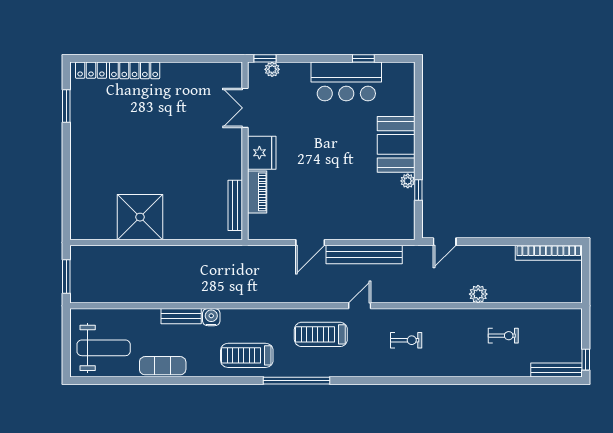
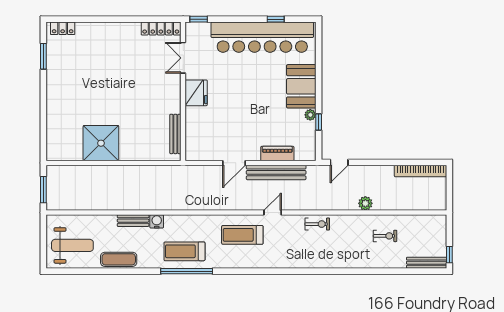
plant: (272, 69) -> (204, 28), removed
locker: (135, 70) -> (161, 29), moved
bar counter: (346, 81) -> (262, 37), width x1.86
piano: (257, 192) -> (277, 154), moved, turned -90
exercise bike: (406, 340) -> (317, 224), moved
window: (296, 381) -> (187, 271), moved

